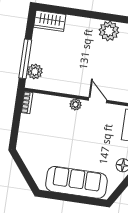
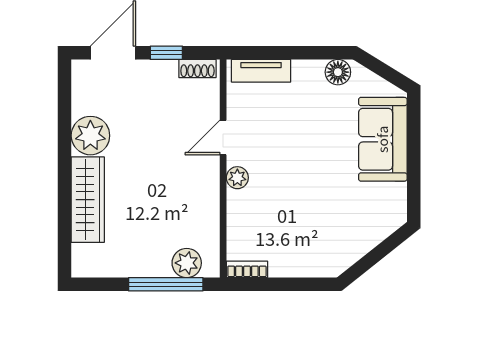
wardrobe: (50, 21) -> (88, 200), moved, width x1.50
sofa: (76, 182) -> (383, 139), width x0.73

